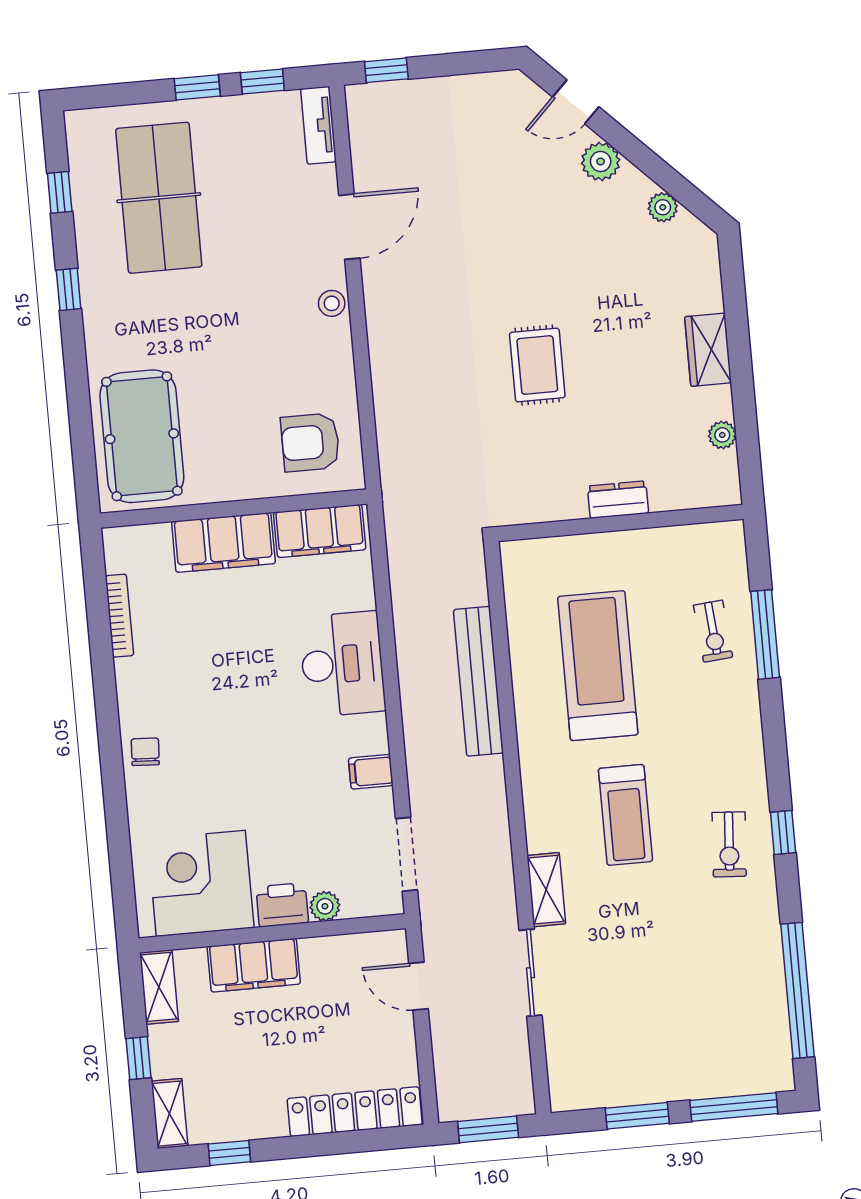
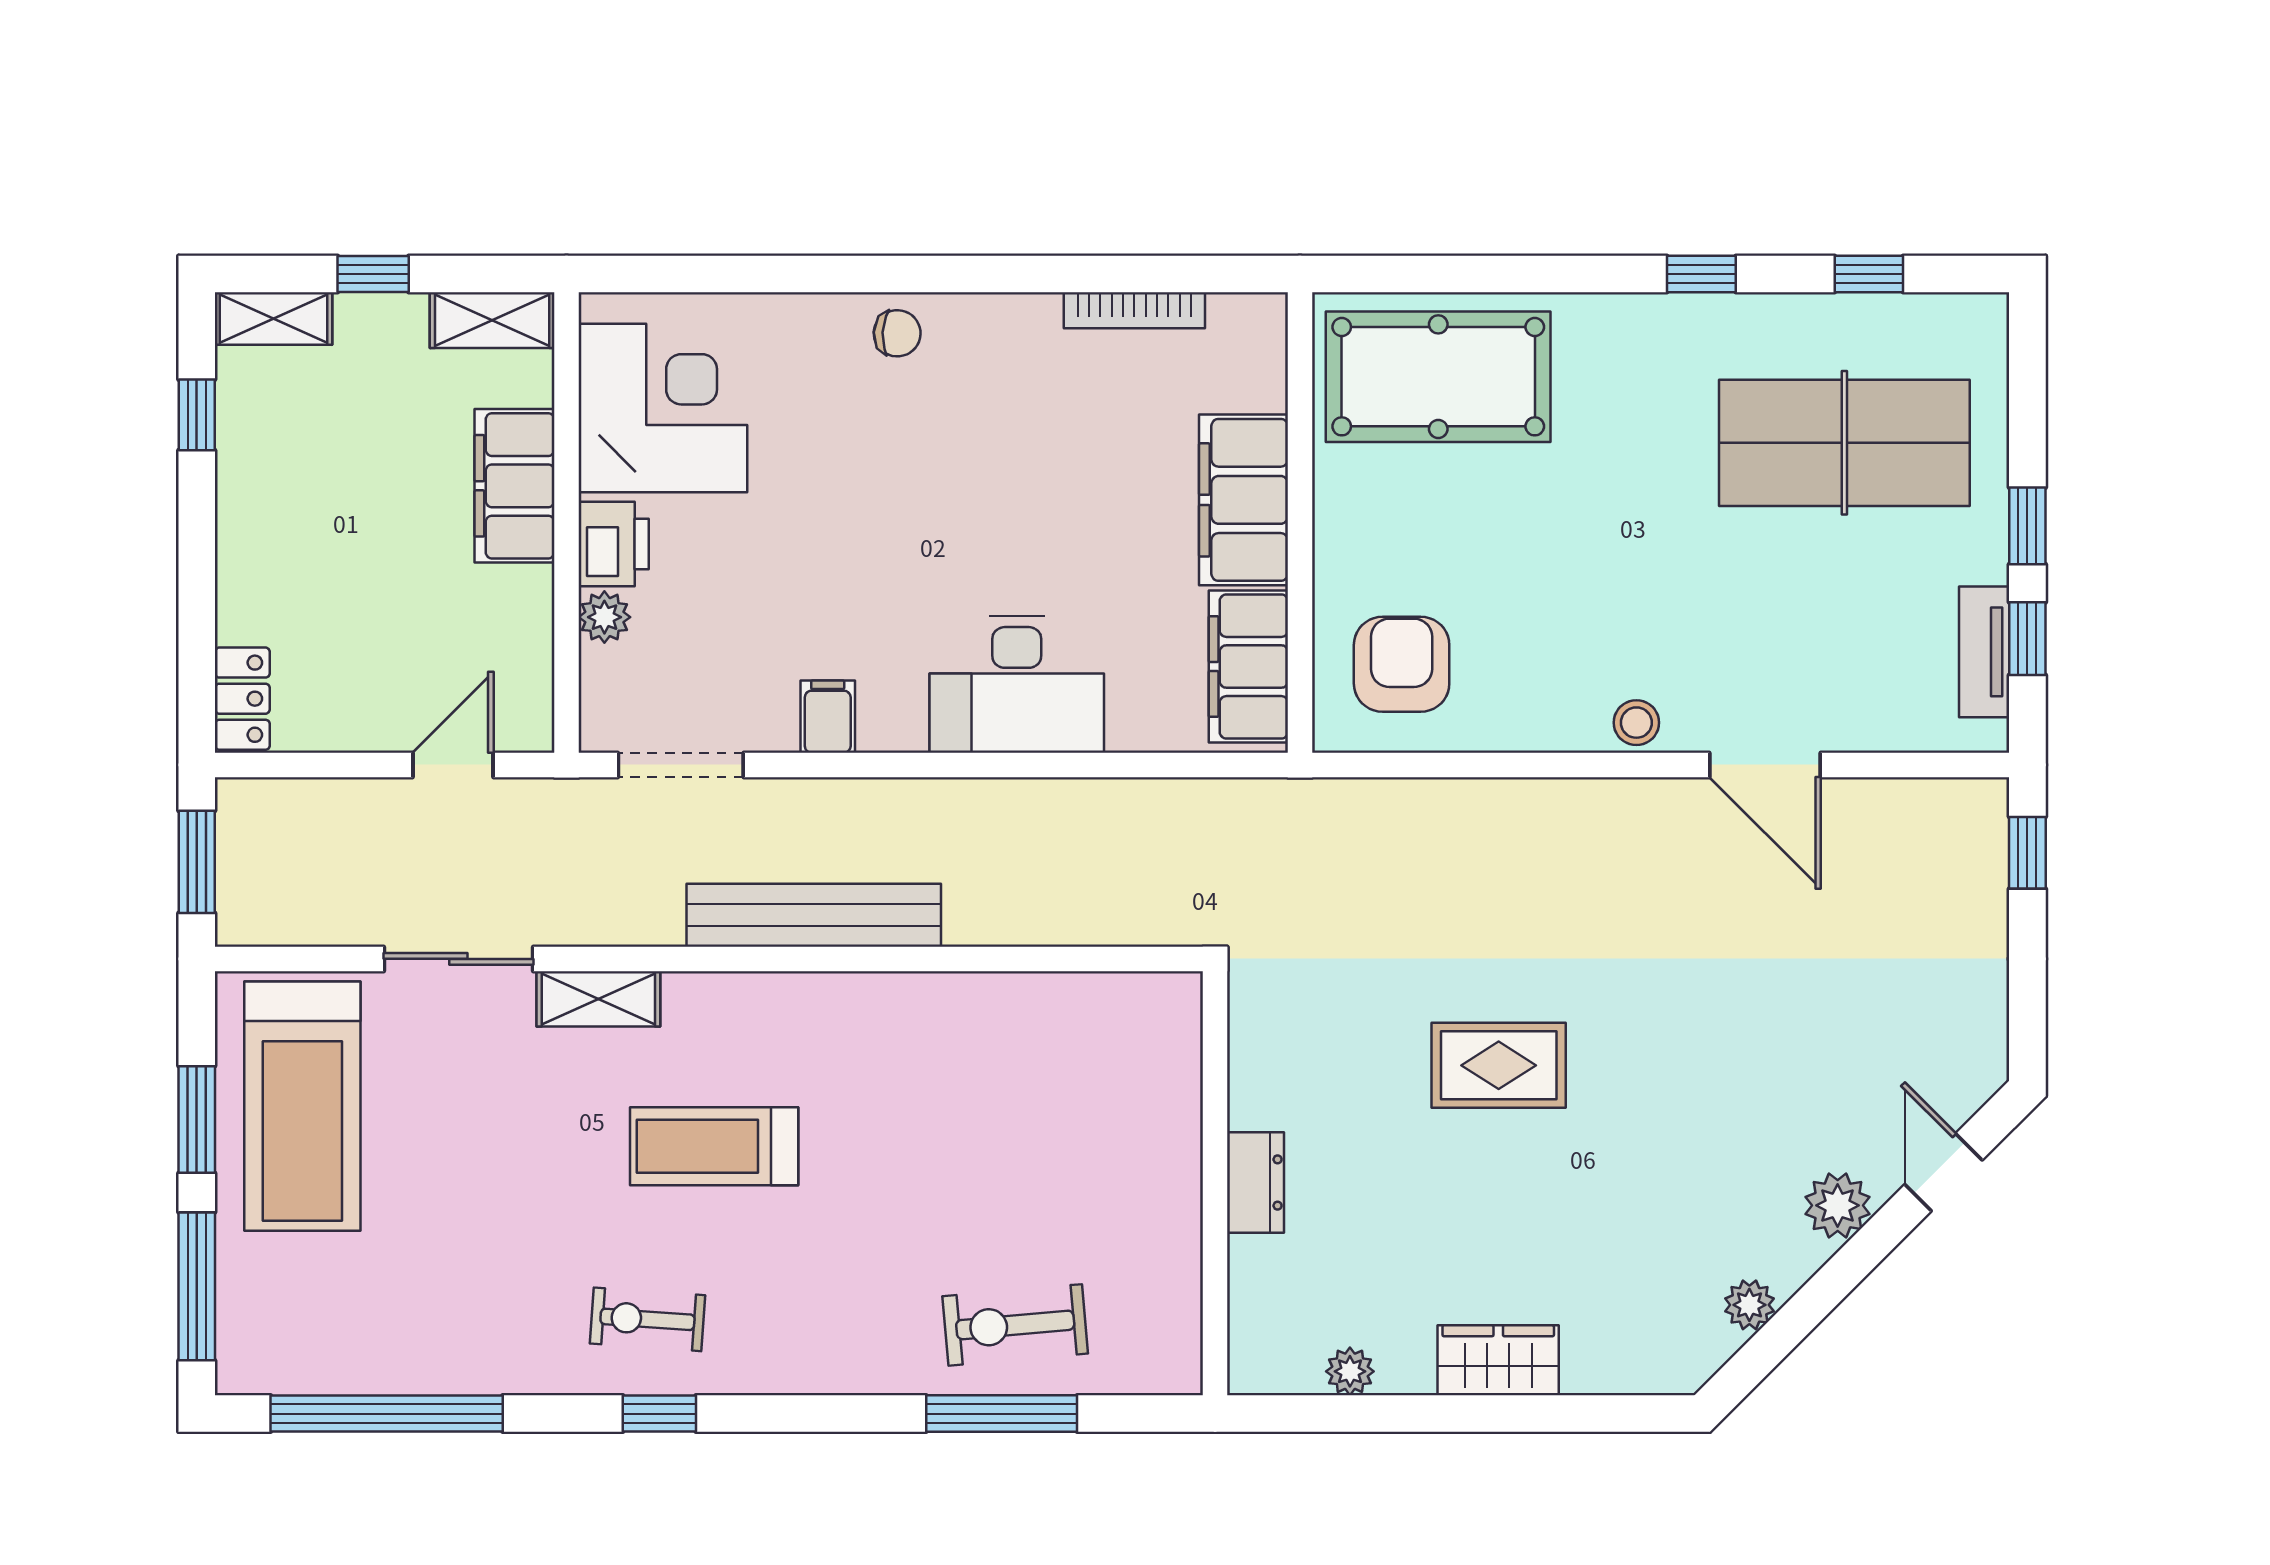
tv unit: (318, 125) -> (1984, 652), moved, turned -90
exercise bike: (713, 631) -> (1015, 1325), width x1.38, depth x1.39
treadmill: (598, 666) -> (302, 1106), moved, turned 90
bench: (478, 681) -> (814, 915), moved
locker: (355, 1112) -> (242, 699), width x0.46, depth x0.83

